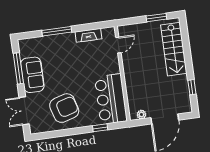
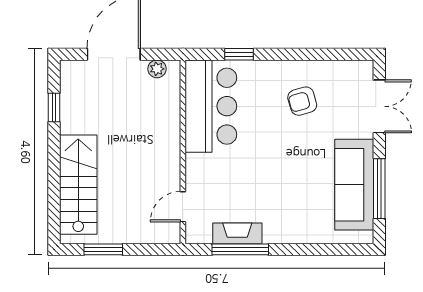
window: (57, 31) -> (240, 249), moved
sofa: (32, 75) -> (354, 185), width x1.36
armchair: (64, 108) -> (302, 101), width x0.53, depth x0.53

